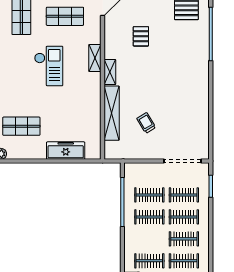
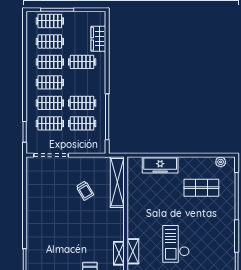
shelving: (110, 72) -> (119, 253), moved
shelving: (112, 113) -> (117, 182), moved

